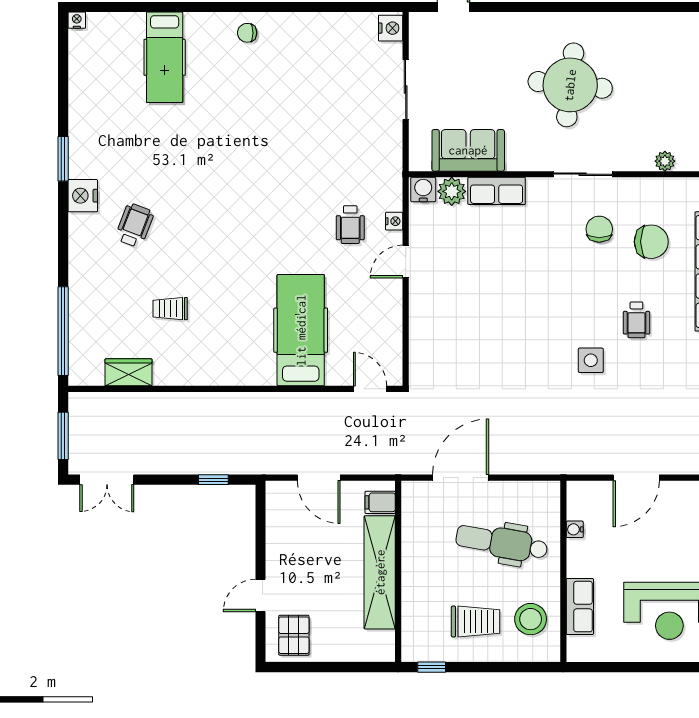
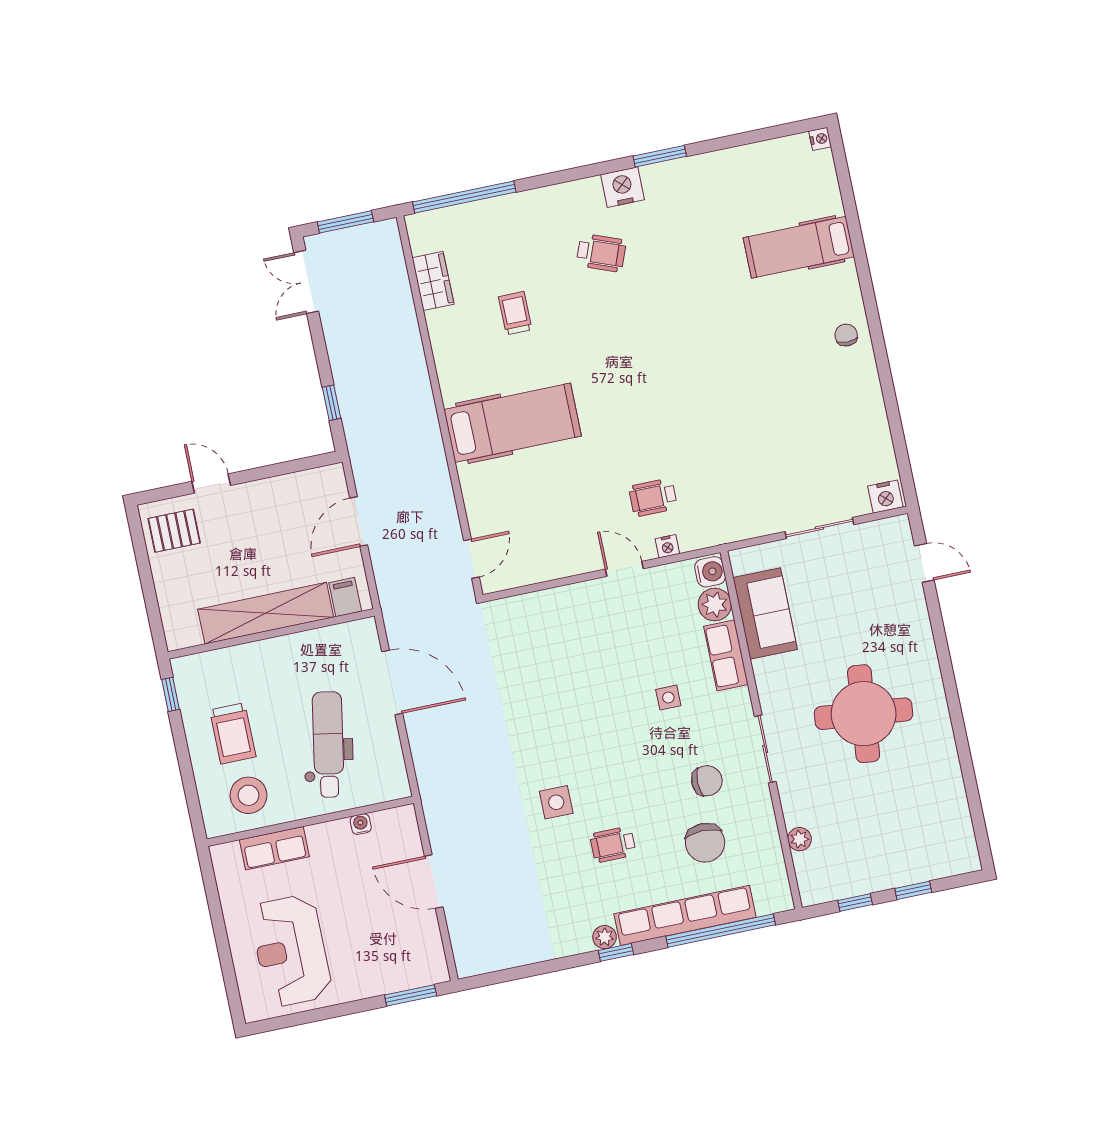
side table: (522, 247) -> (668, 698), added
hospital bed: (301, 330) -> (513, 423), moved

